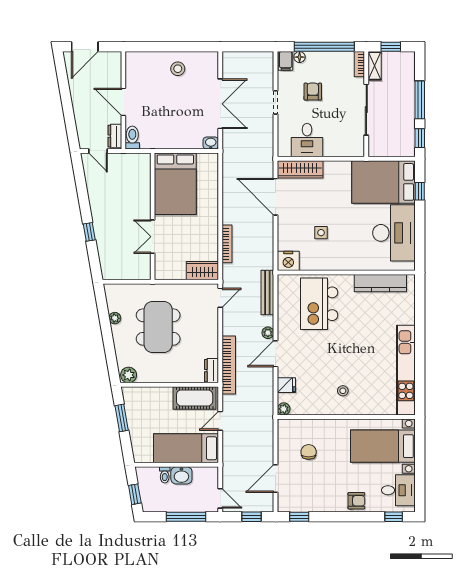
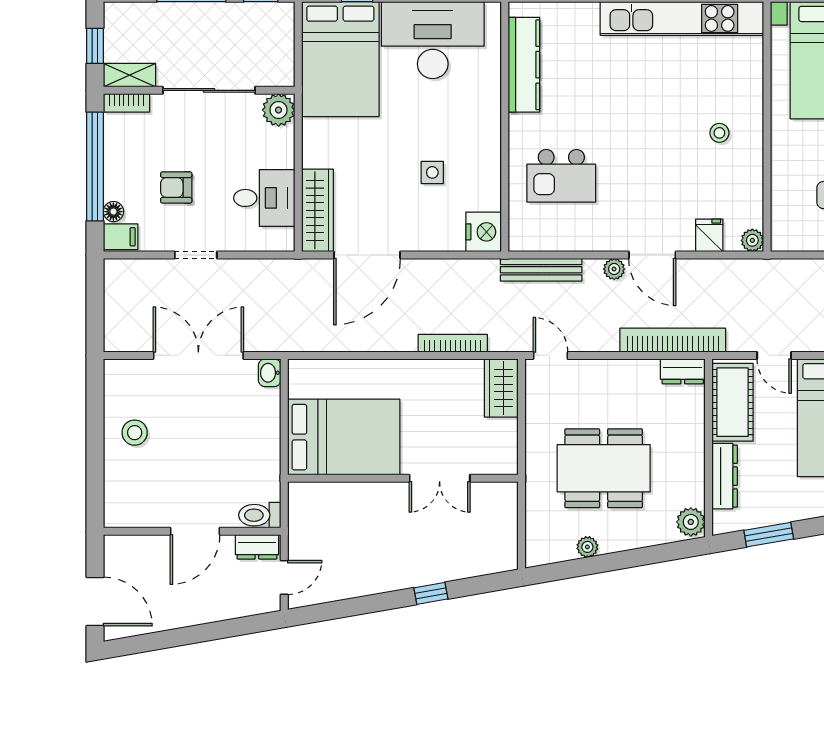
plant: (355, 148) -> (279, 110), added
kitchen island: (319, 304) -> (561, 176), width x0.73, depth x0.78
dresser: (154, 394) -> (725, 476), added

